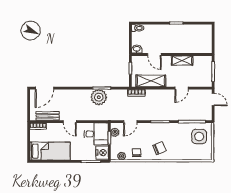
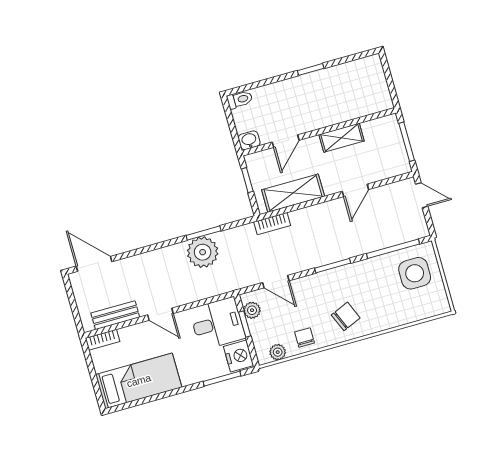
door: (154, 54) -> (286, 141), hinge flipped
door: (44, 88) -> (94, 264), swing flipped
door: (130, 122) -> (276, 282), hinge flipped

